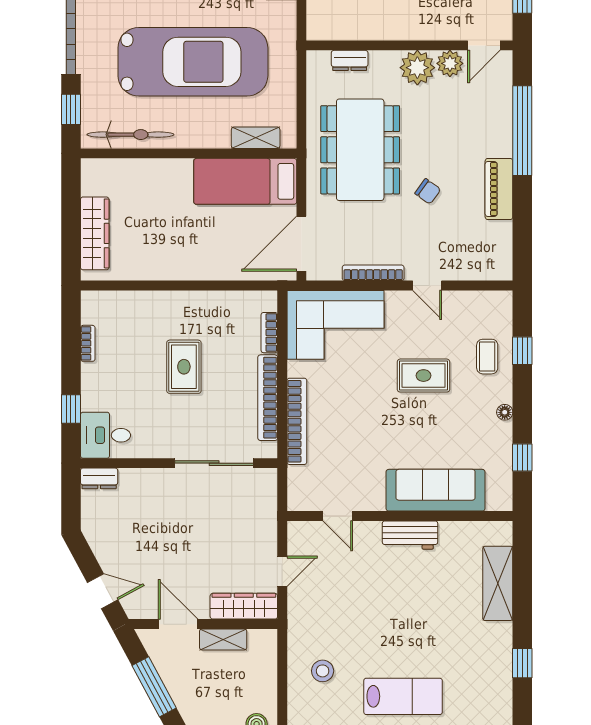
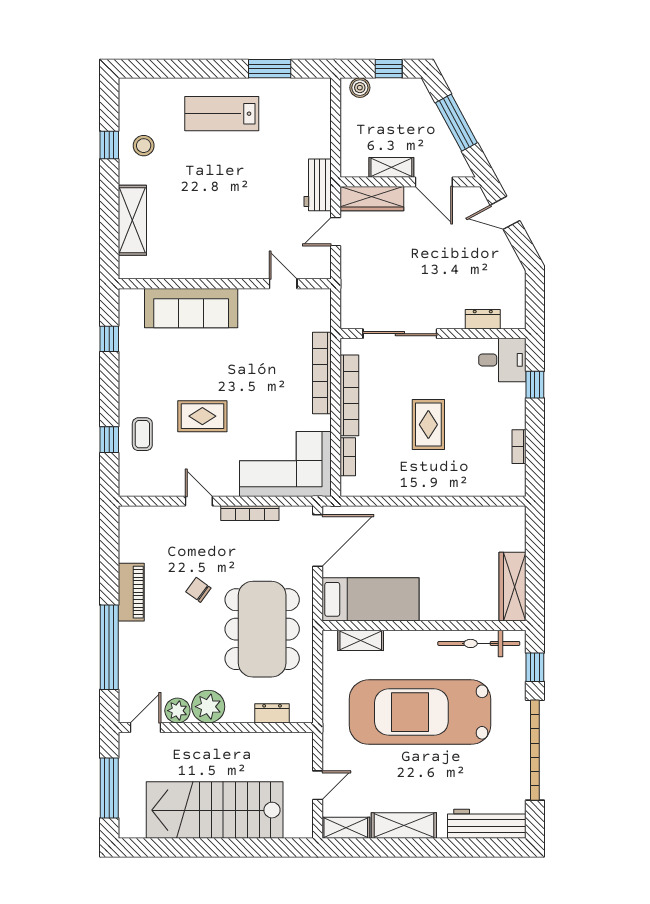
wardrobe: (95, 233) -> (513, 587), moved
floor lamp: (505, 412) -> (126, 382), removed
dresser: (99, 478) -> (483, 319), moved
workbench: (410, 535) -> (318, 185), moved, turned -90
stool: (323, 671) -> (144, 146), moved

